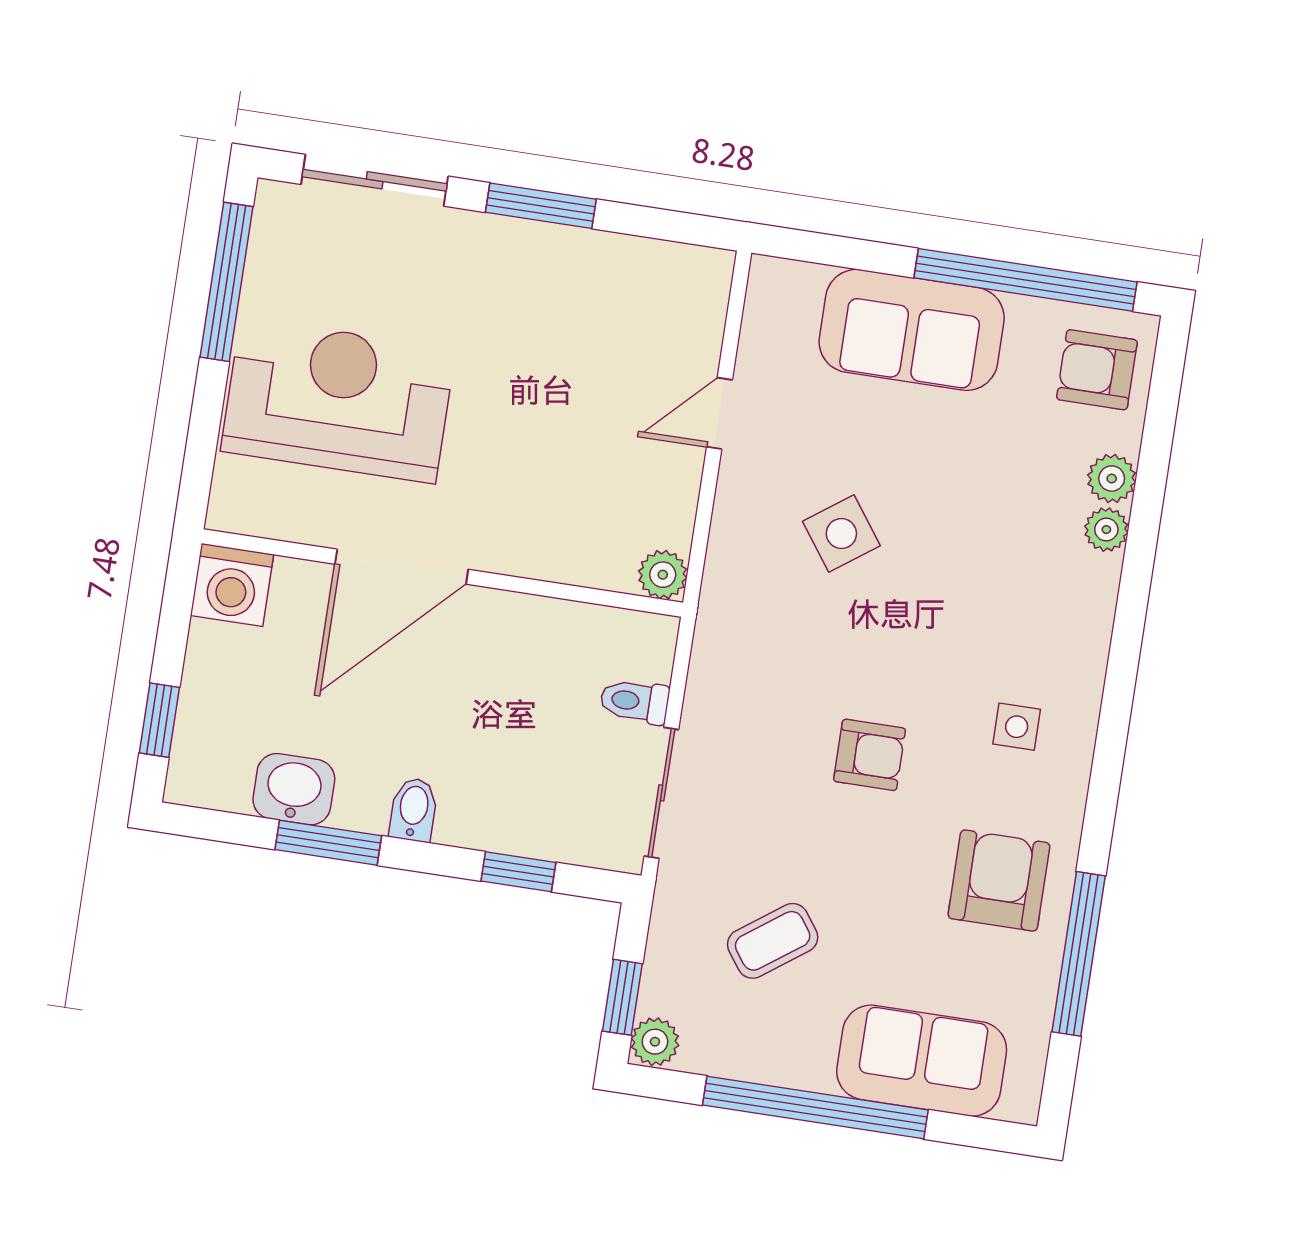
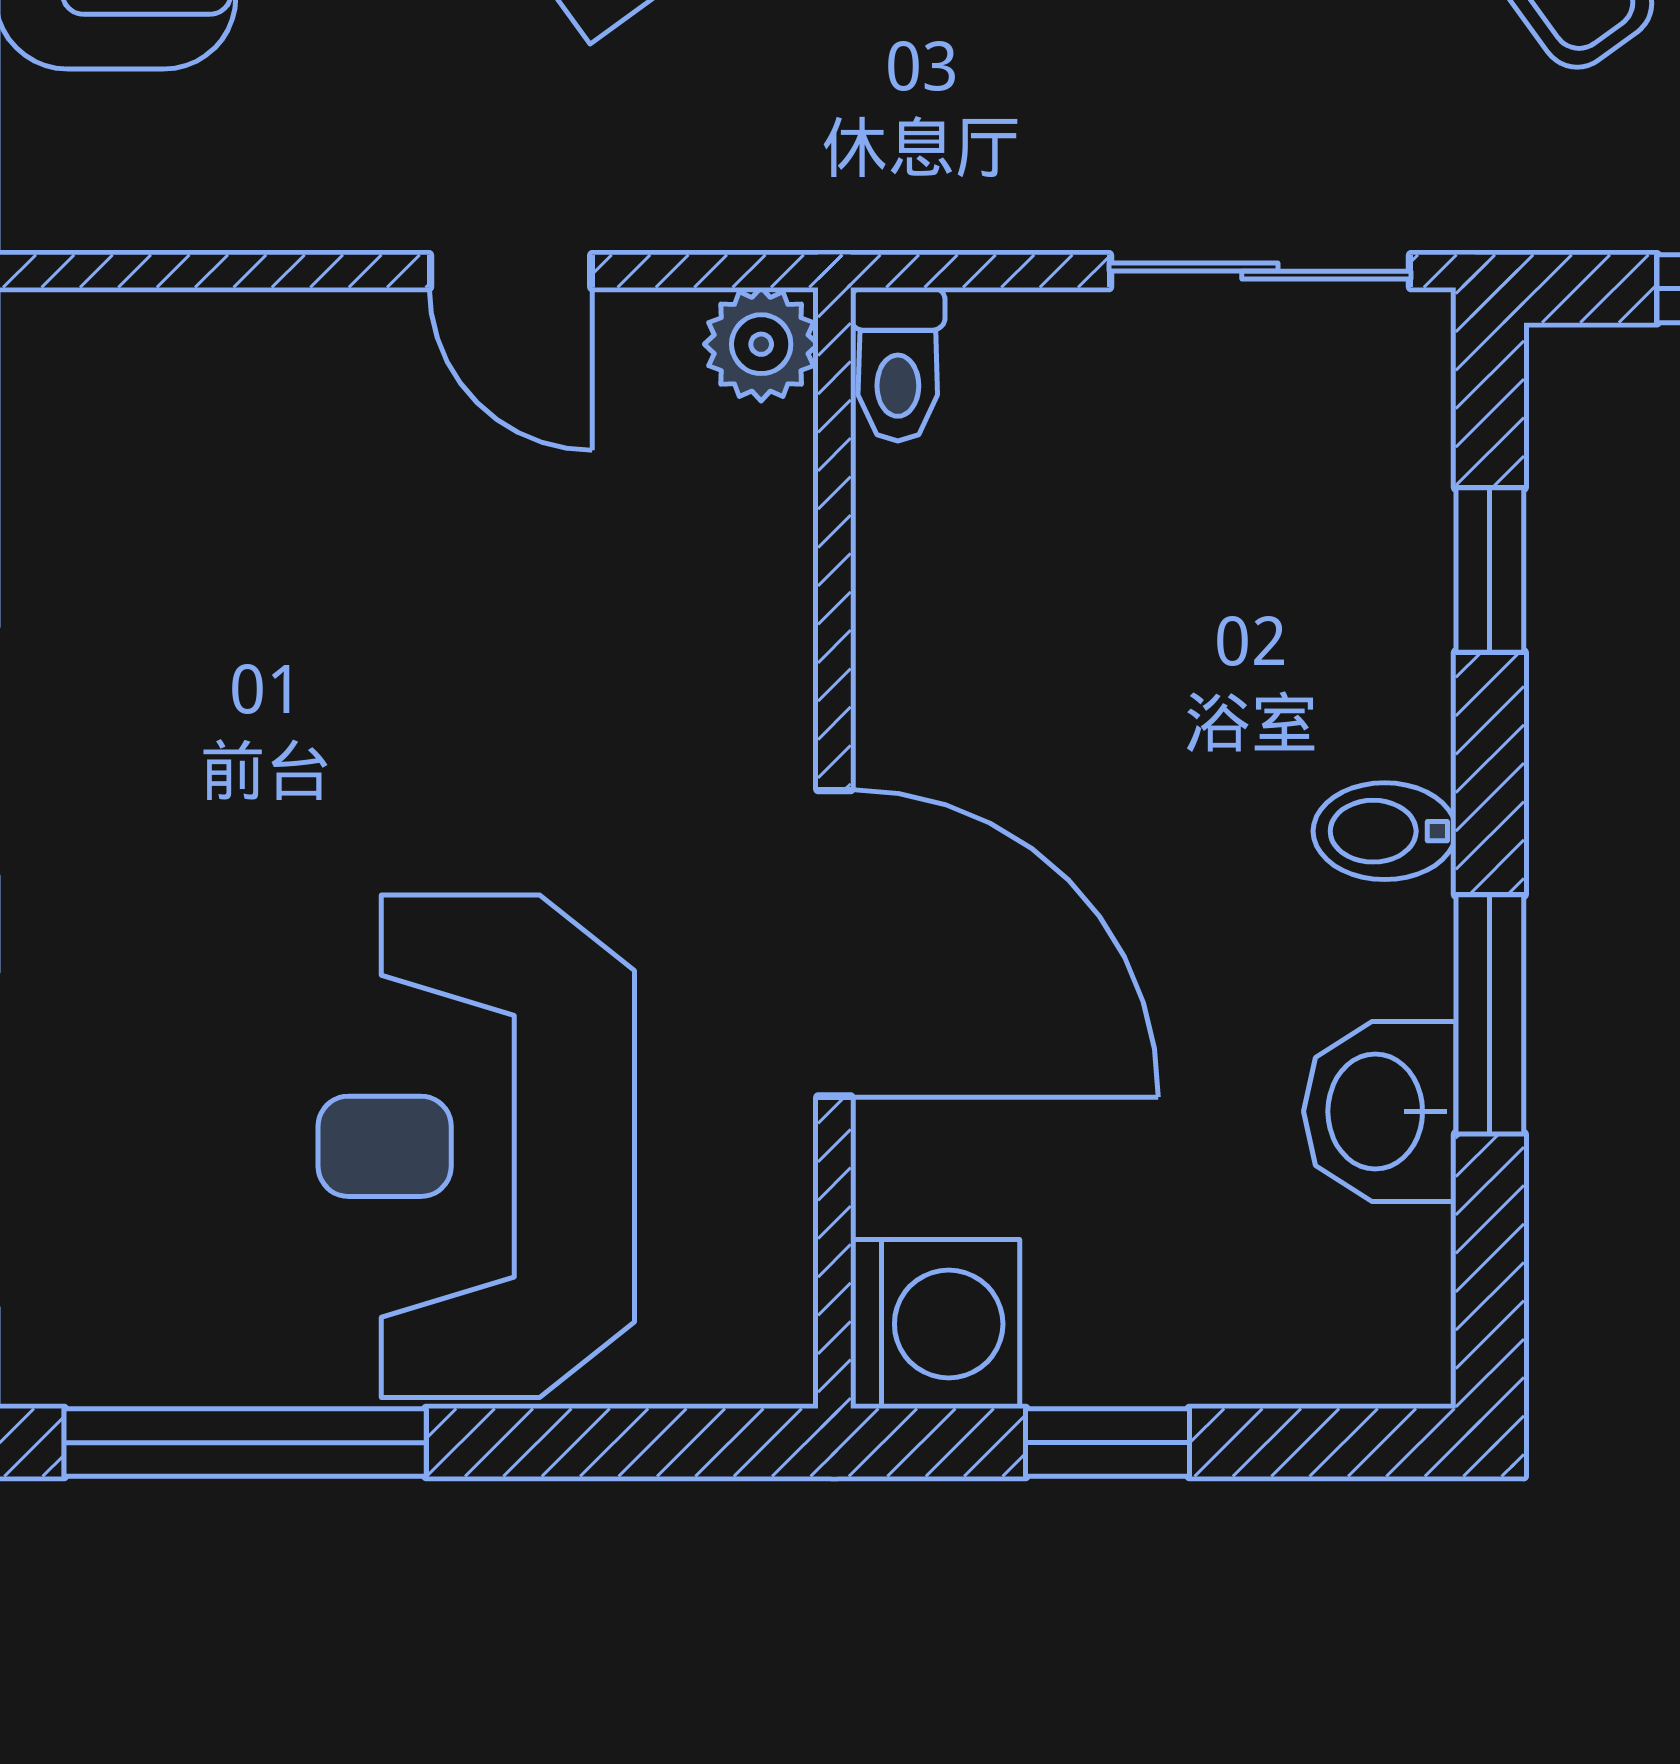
door: (719, 413) -> (511, 271), moved
toilet: (635, 701) -> (898, 364), moved
window: (159, 720) -> (1108, 1443), moved

